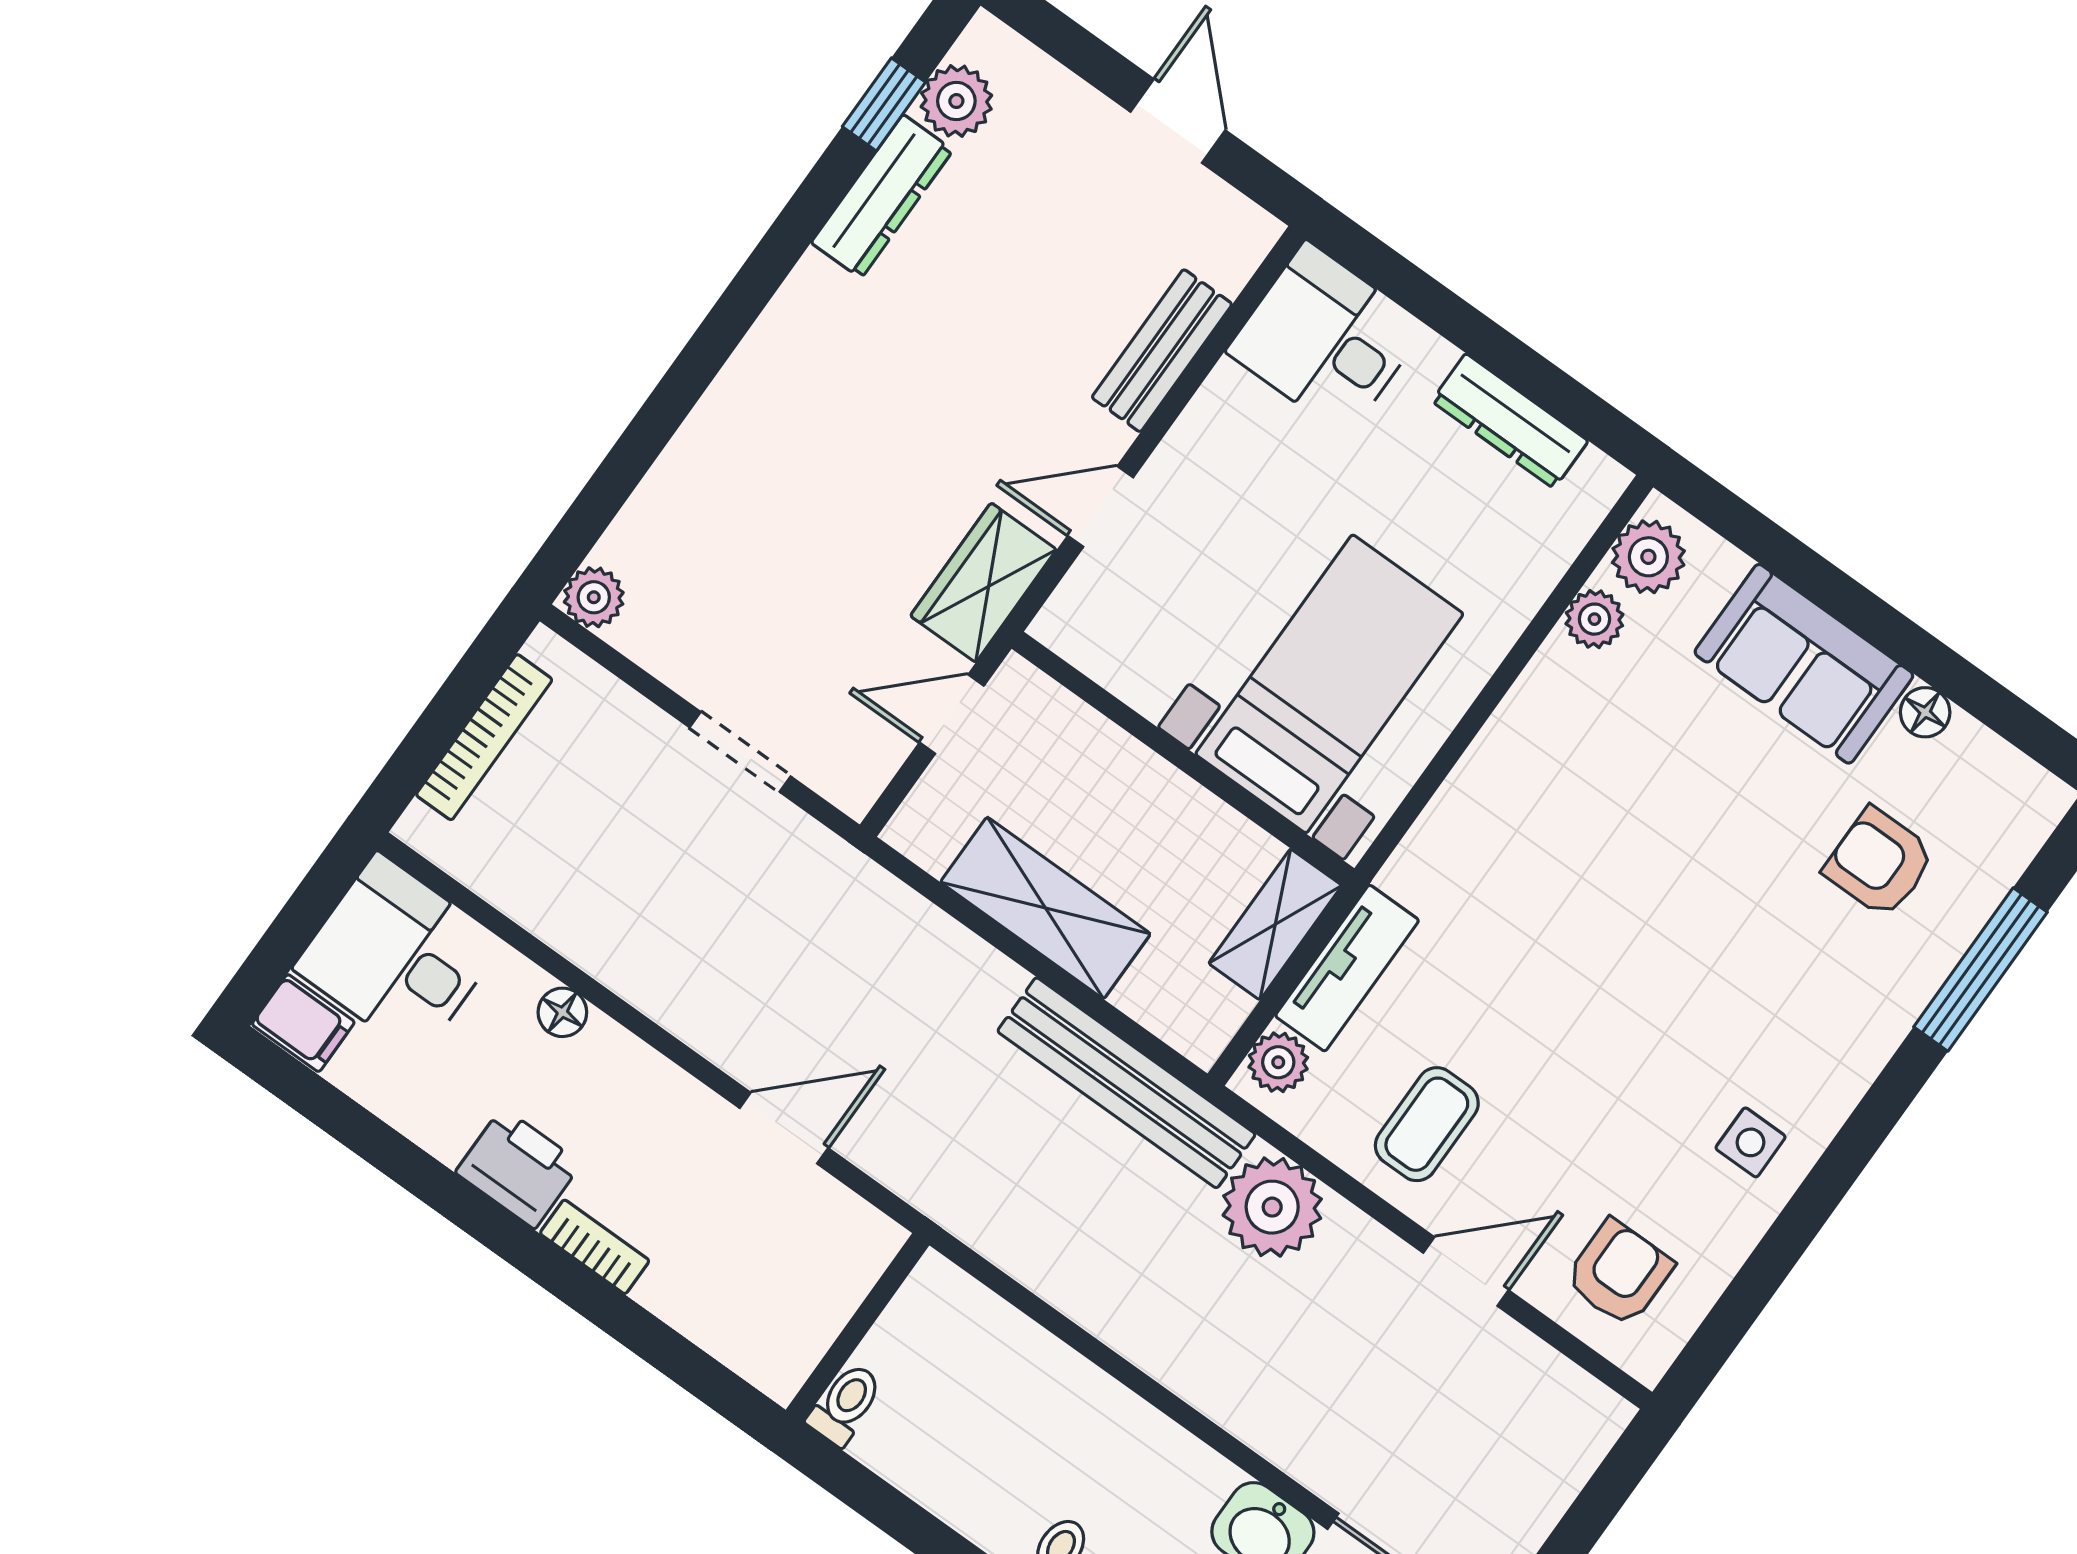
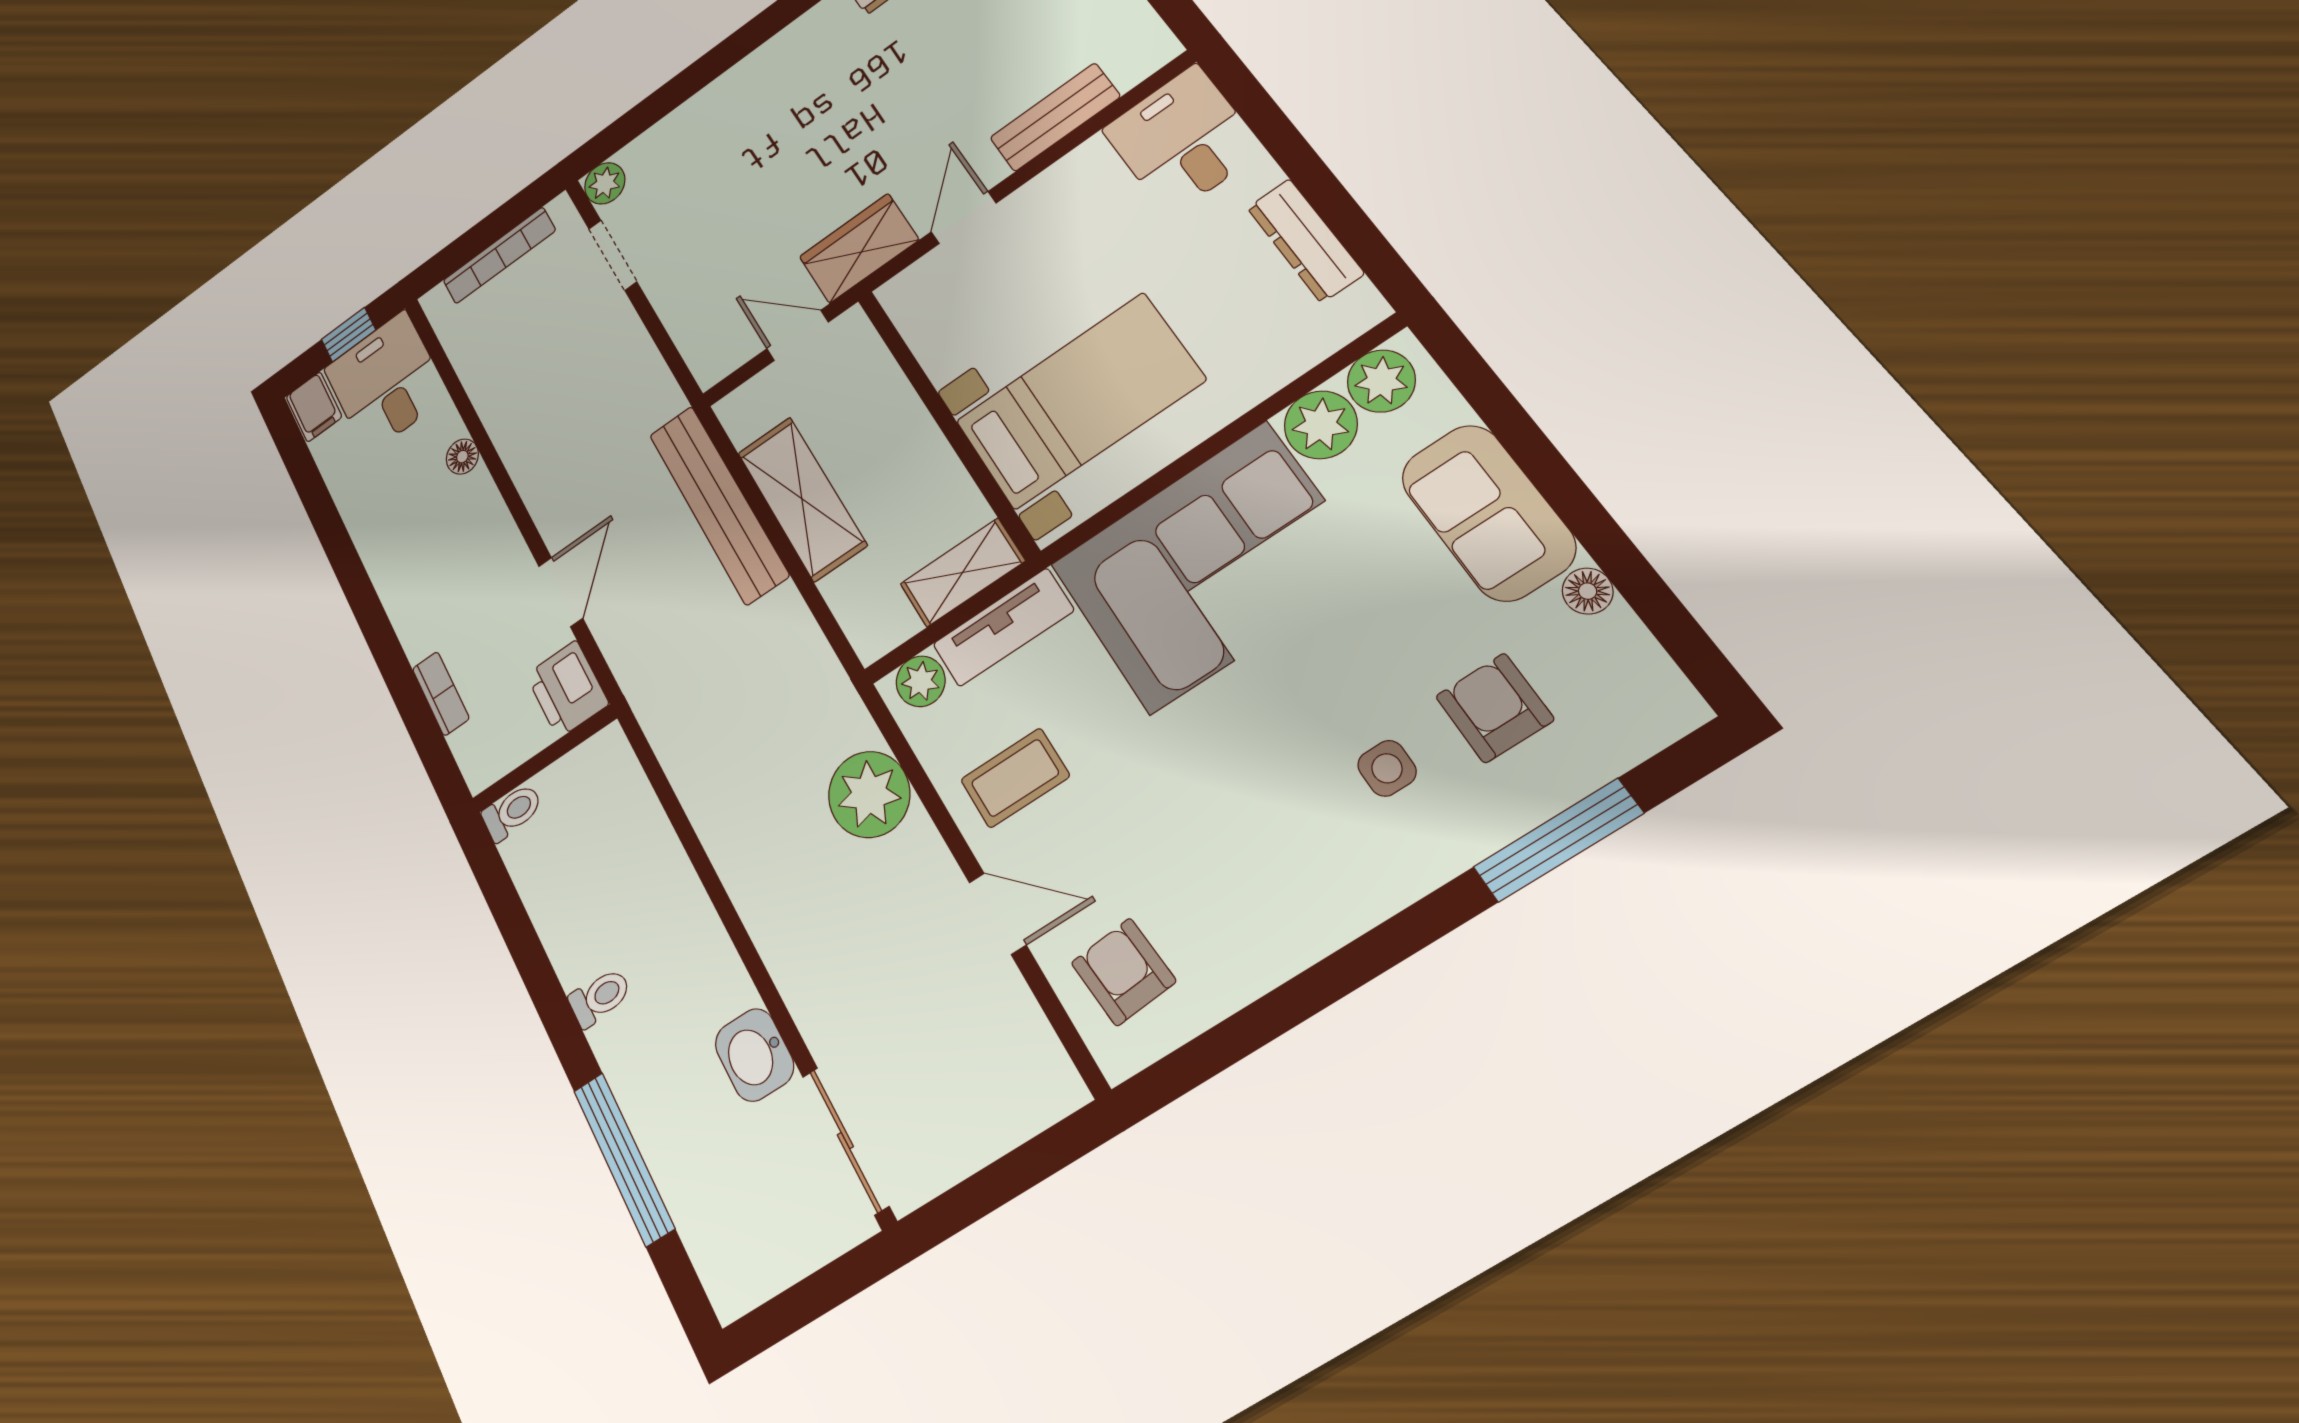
door: (1100, 507) -> (964, 218), hinge flipped
plant: (1594, 619) -> (1321, 425), width x1.38, depth x1.38
doorway: (740, 752) -> (613, 255), moved
corner sofa: (1544, 821) -> (1209, 567), added
window: (306, 911) -> (348, 335), added
bench: (1126, 1083) -> (718, 504), moved
door: (784, 1128) -> (561, 592), hinge flipped
side table: (1751, 1142) -> (1387, 768), moved
printer: (518, 1168) -> (567, 689), moved, turned 180
bookcase: (595, 1247) -> (441, 694), moved
armchair: (1619, 1273) -> (1123, 972), turned -95

